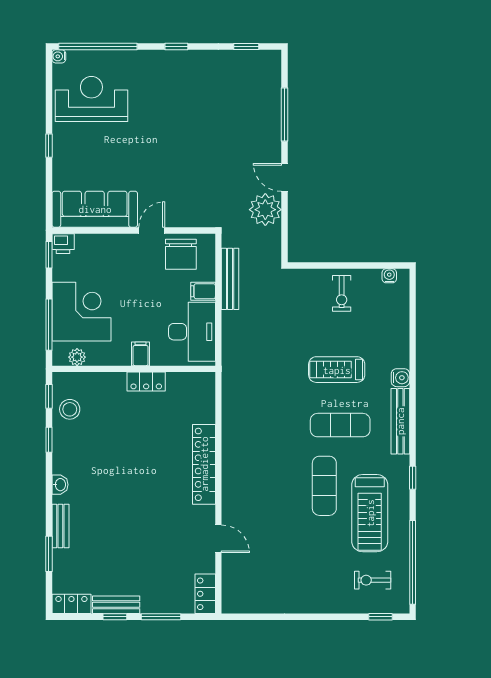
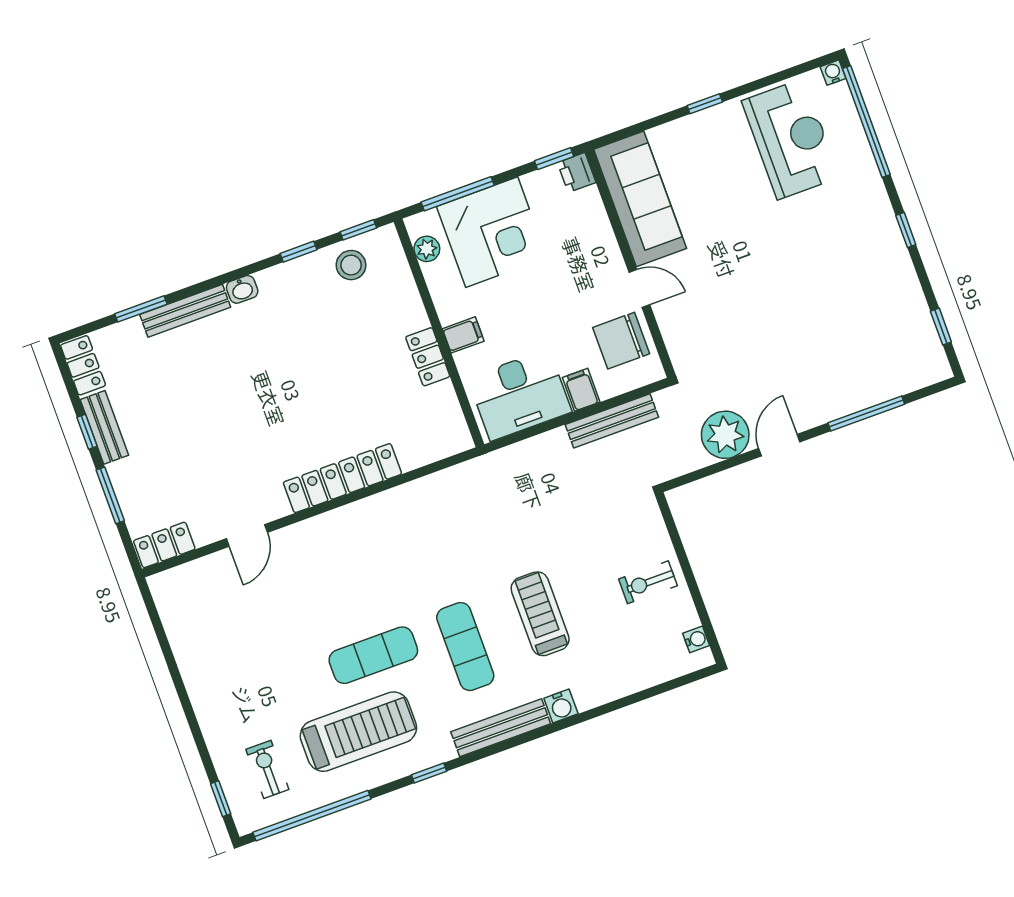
treadmill: (370, 513) -> (358, 732), turned 180
bench: (60, 526) -> (185, 311), width x1.36

